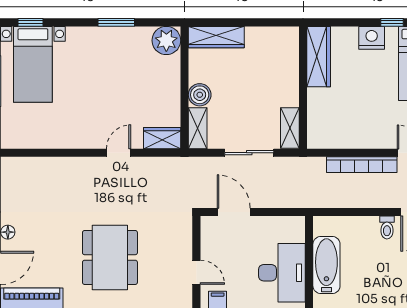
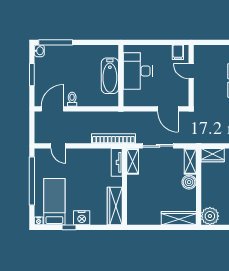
tv unit: (316, 126) -> (117, 162), added
bookcase: (362, 165) -> (113, 138), moved

